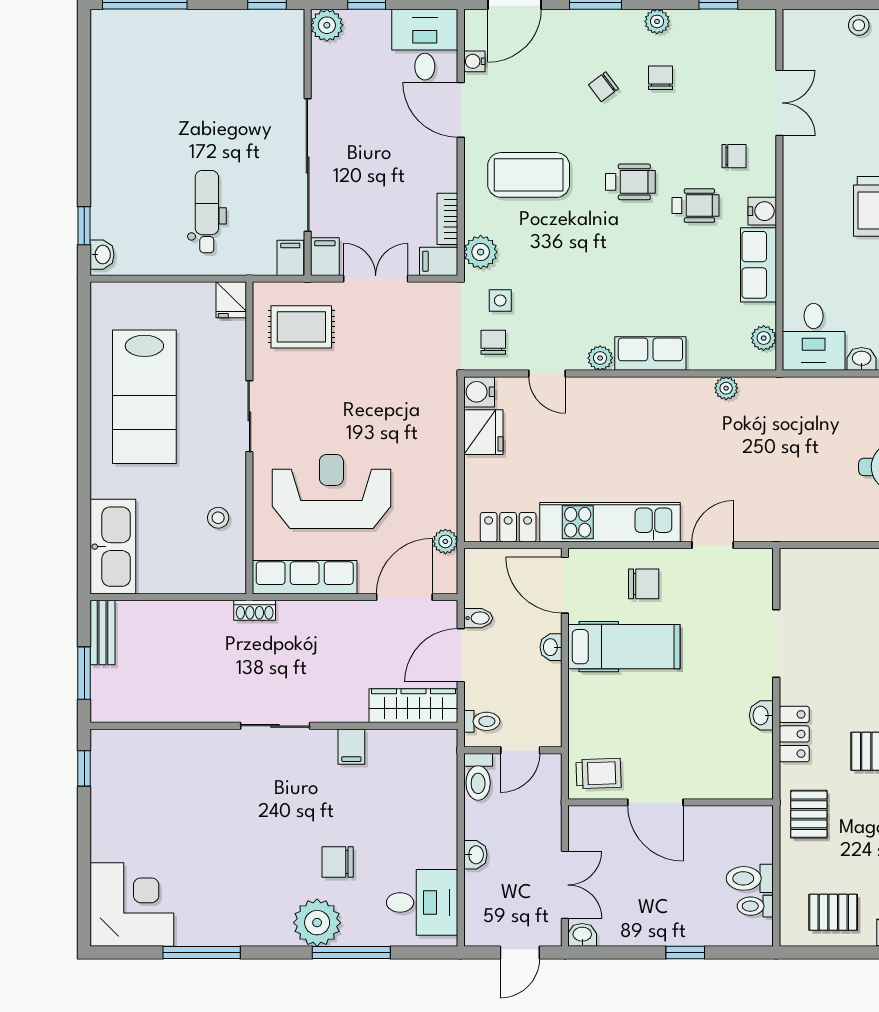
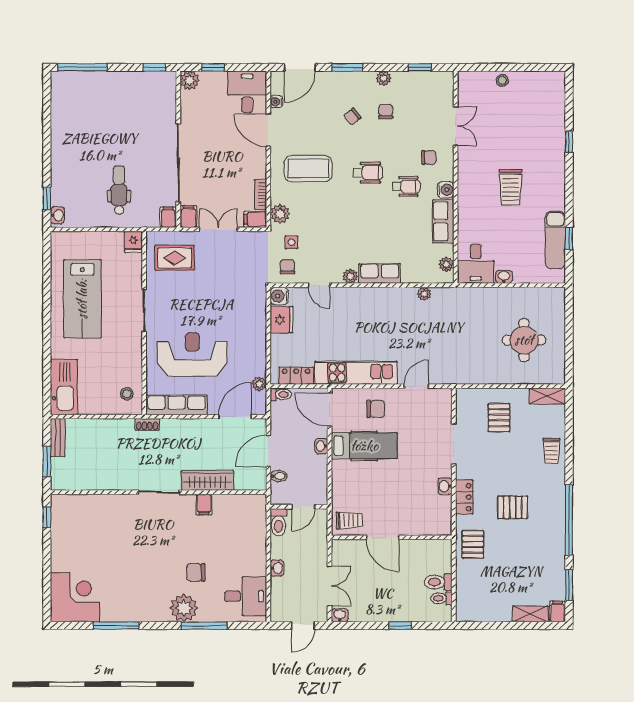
stool: (218, 518) -> (127, 394), moved
bidet: (478, 618) -> (279, 476), moved
wardrobe: (413, 706) -> (208, 480), moved
toilet: (482, 721) -> (281, 394), moved
pallet: (833, 912) -> (499, 418), moved, turned 90

